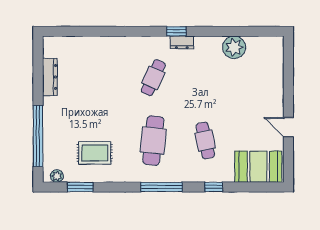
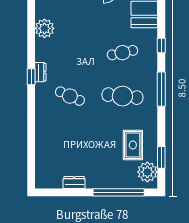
dresser: (50, 77) -> (74, 182), width x0.70
plant: (57, 176) -> (147, 172), width x1.88, depth x1.88

